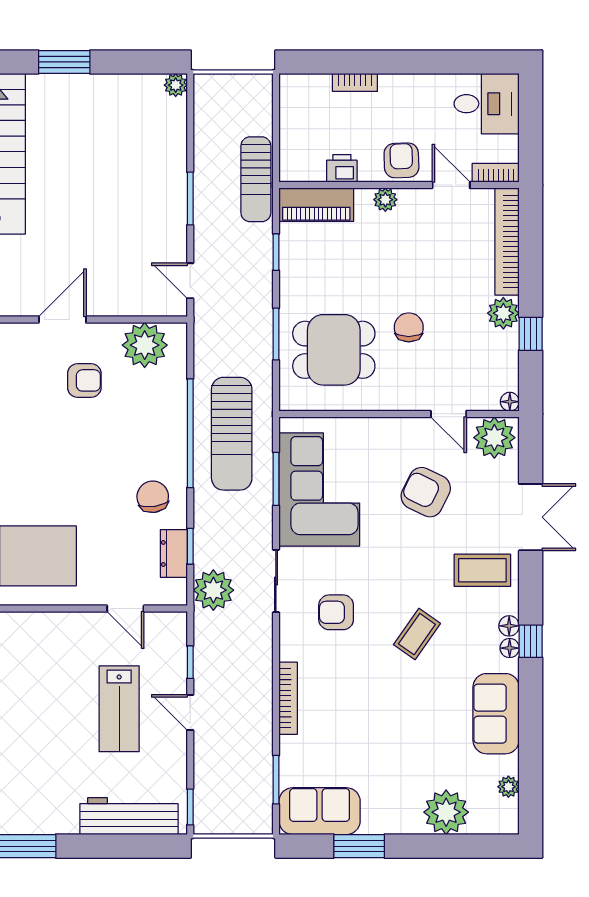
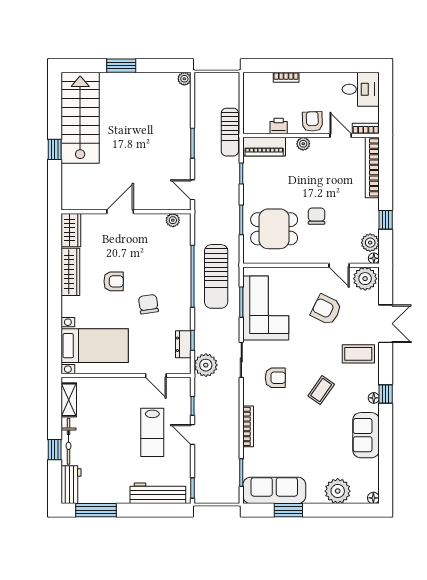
plant: (503, 313) -> (370, 243), moved
plant: (145, 345) -> (173, 220), width x0.53, depth x0.53
armchair: (84, 380) -> (114, 281), moved
chair: (153, 497) -> (148, 304), moved
armchair: (336, 612) -> (275, 378), turned 180
floor lamp: (509, 626) -> (373, 498), moved
plant: (508, 787) -> (373, 477), removed
sofa: (320, 811) -> (274, 490), width x1.36

